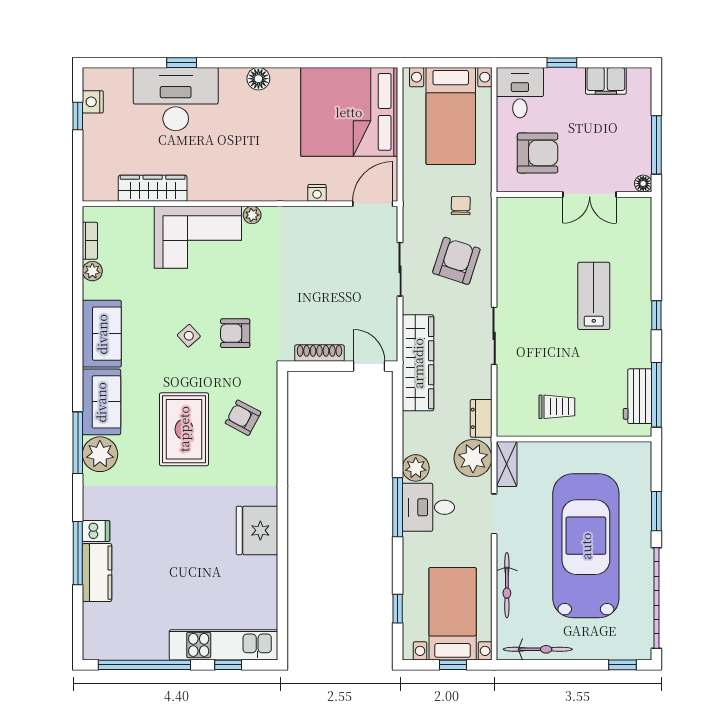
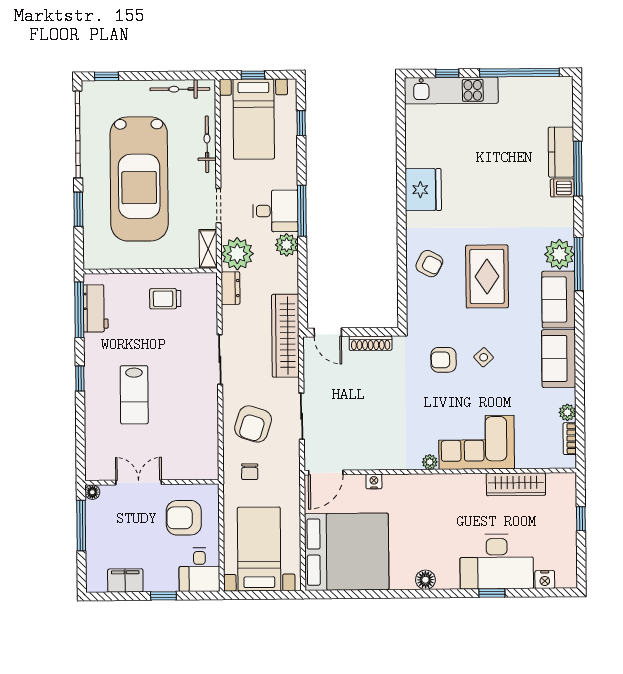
nightstand: (93, 102) -> (545, 580), moved, turned 90
window: (78, 116) -> (581, 519), moved
armchair: (235, 333) -> (444, 360), turned 180
armchair: (243, 418) -> (429, 264), moved

